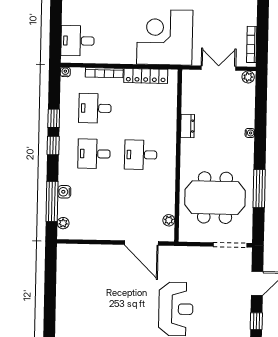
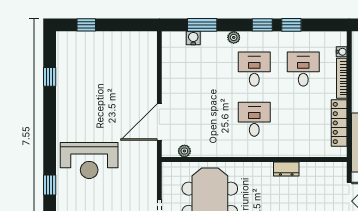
water cooler: (65, 72) -> (342, 52), moved
water cooler: (64, 192) -> (193, 38), moved
window: (52, 201) -> (202, 25), width x0.69
plant: (63, 223) -> (234, 37), moved
window: (50, 309) -> (86, 25), added

